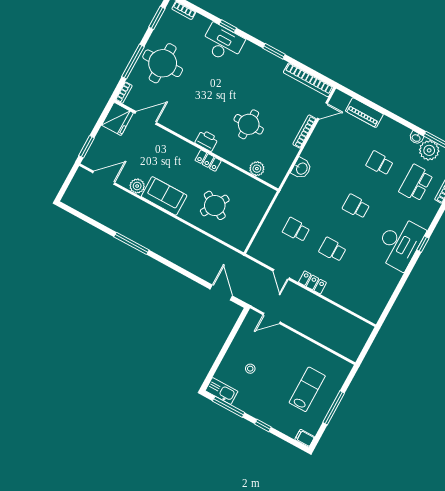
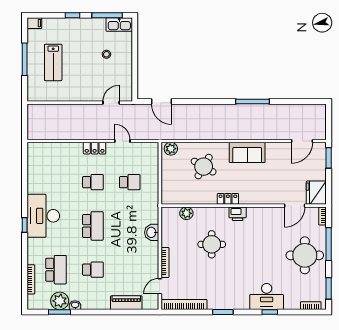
plant: (137, 186) -> (171, 149), moved
school desk: (356, 206) -> (93, 226), width x1.85

